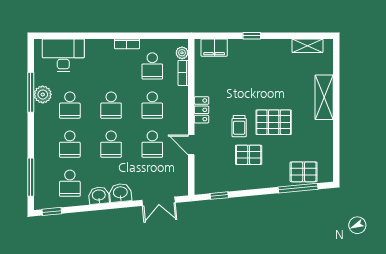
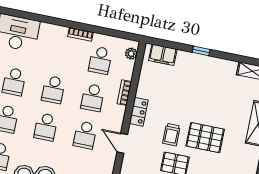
bookcase: (183, 73) -> (124, 93), moved

